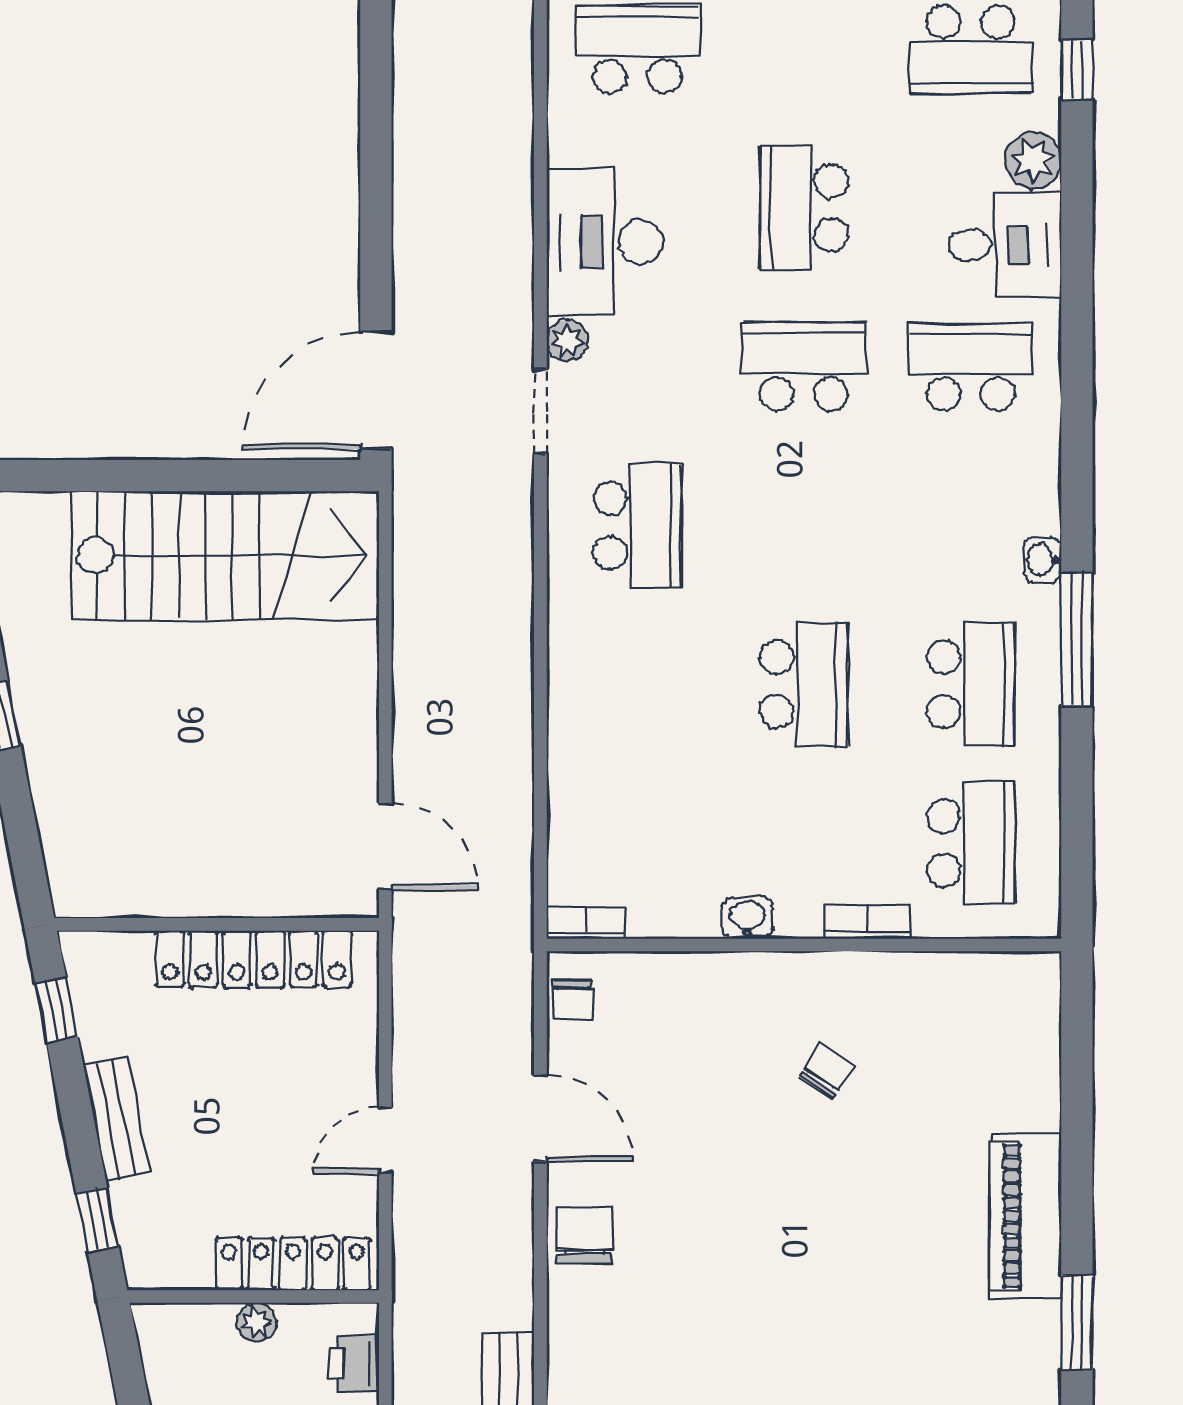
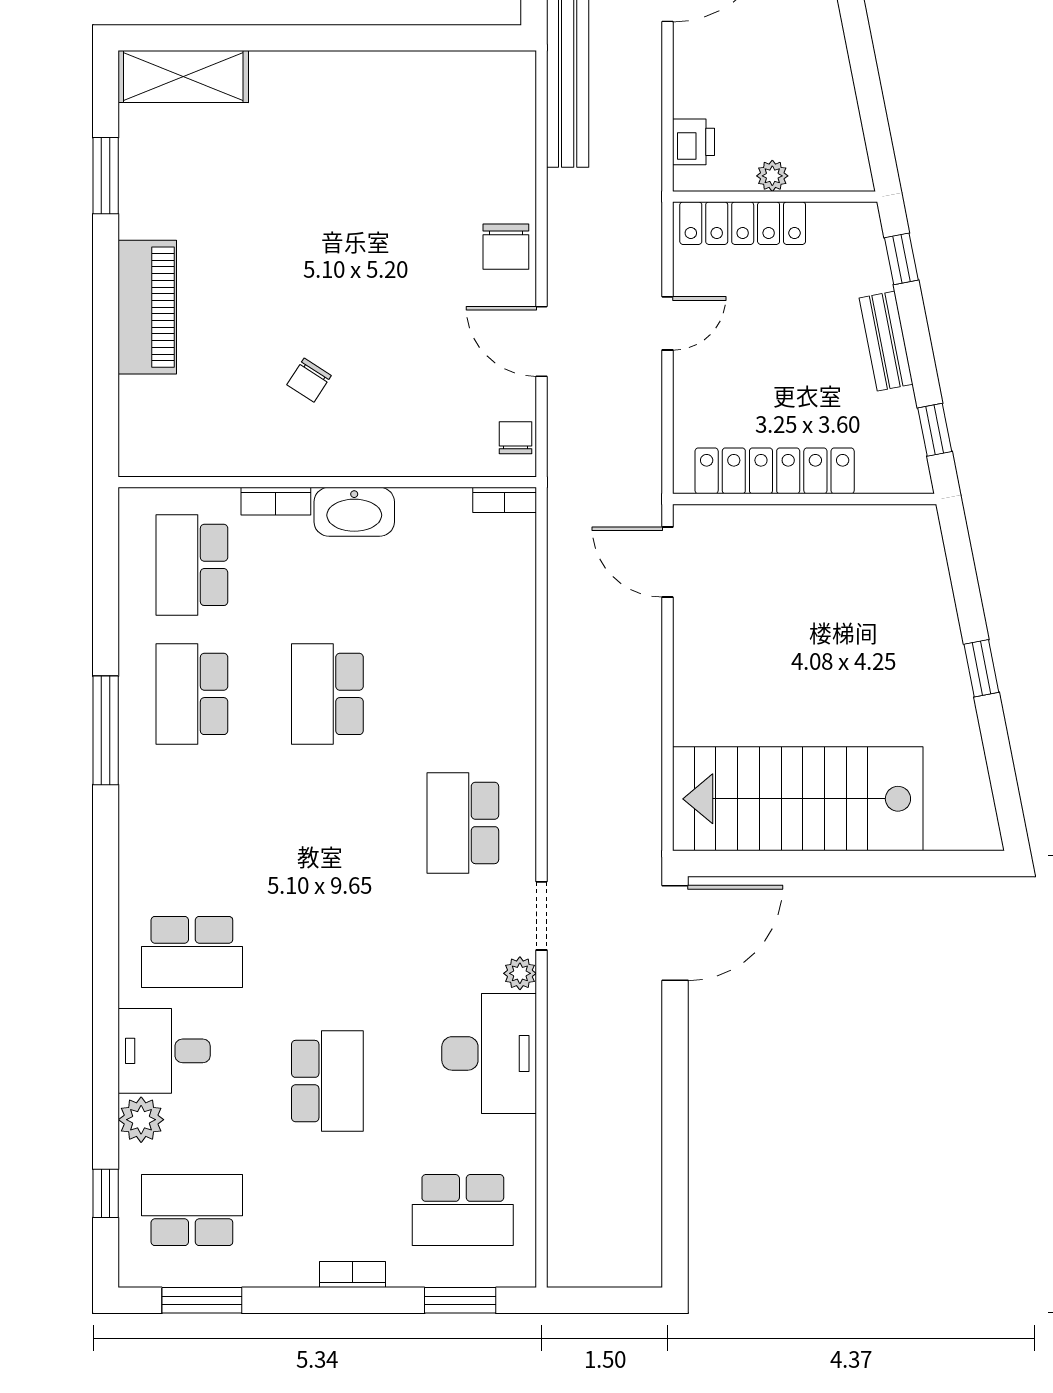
school desk: (804, 367) -> (327, 952), removed
washbasin: (1043, 560) -> (133, 795), removed
washbasin: (747, 918) -> (354, 512), width x1.91, depth x1.45
piano: (1026, 1216) -> (147, 307), moved

